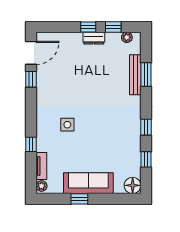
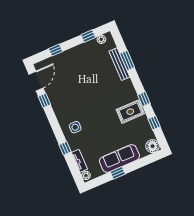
window: (88, 27) -> (56, 50), moved
dresser: (94, 38) -> (77, 50), removed
side table: (67, 125) -> (75, 127), moved
rug: (124, 135) -> (130, 112), added

